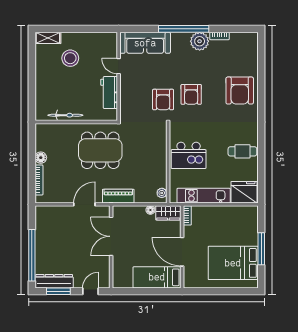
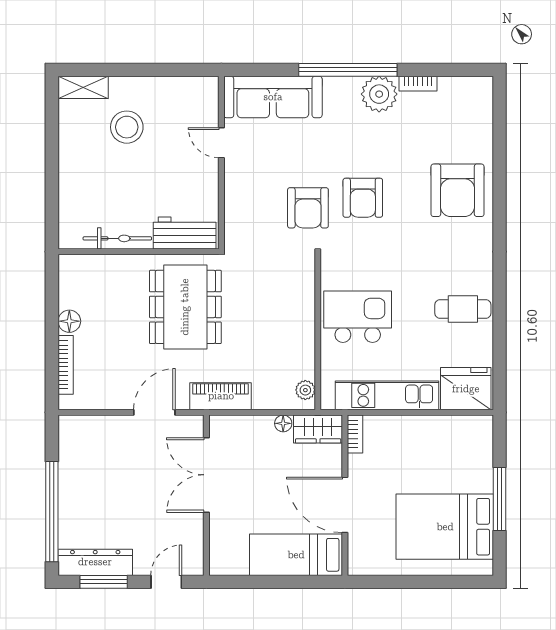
workbench: (109, 93) -> (185, 233), moved, turned 90
dining table: (100, 150) -> (185, 307), turned 90
kitchen island: (189, 155) -> (358, 317), turned 180

